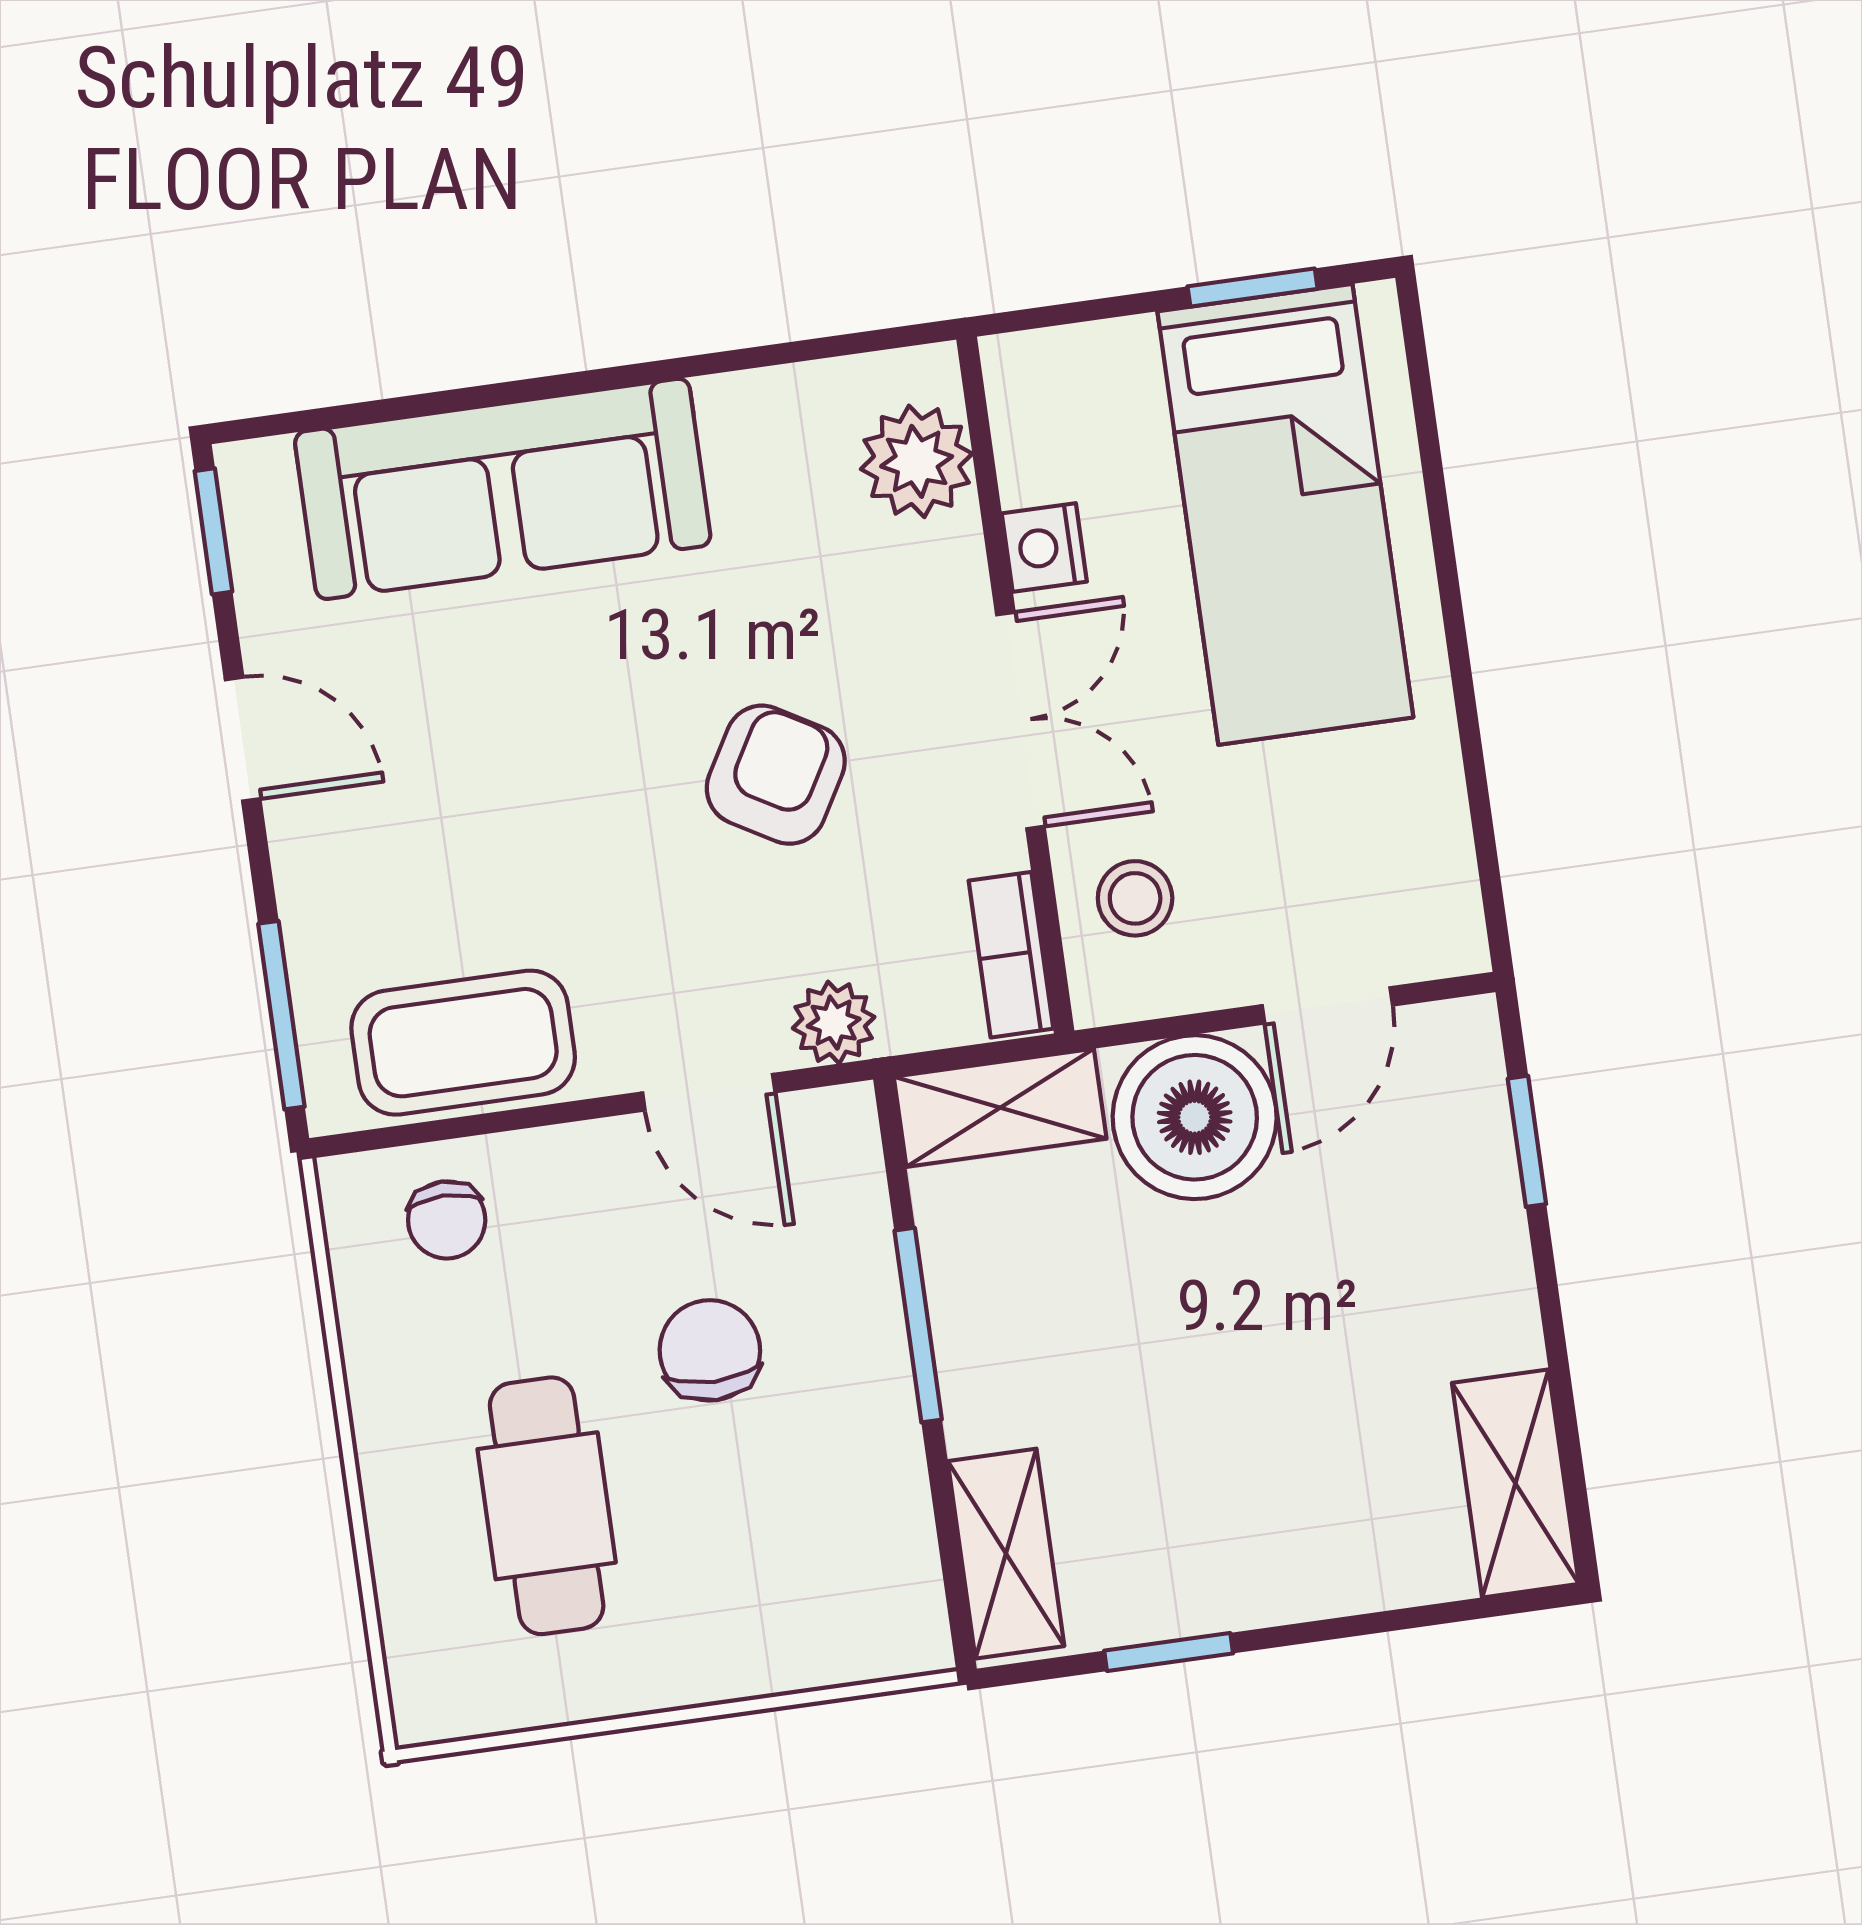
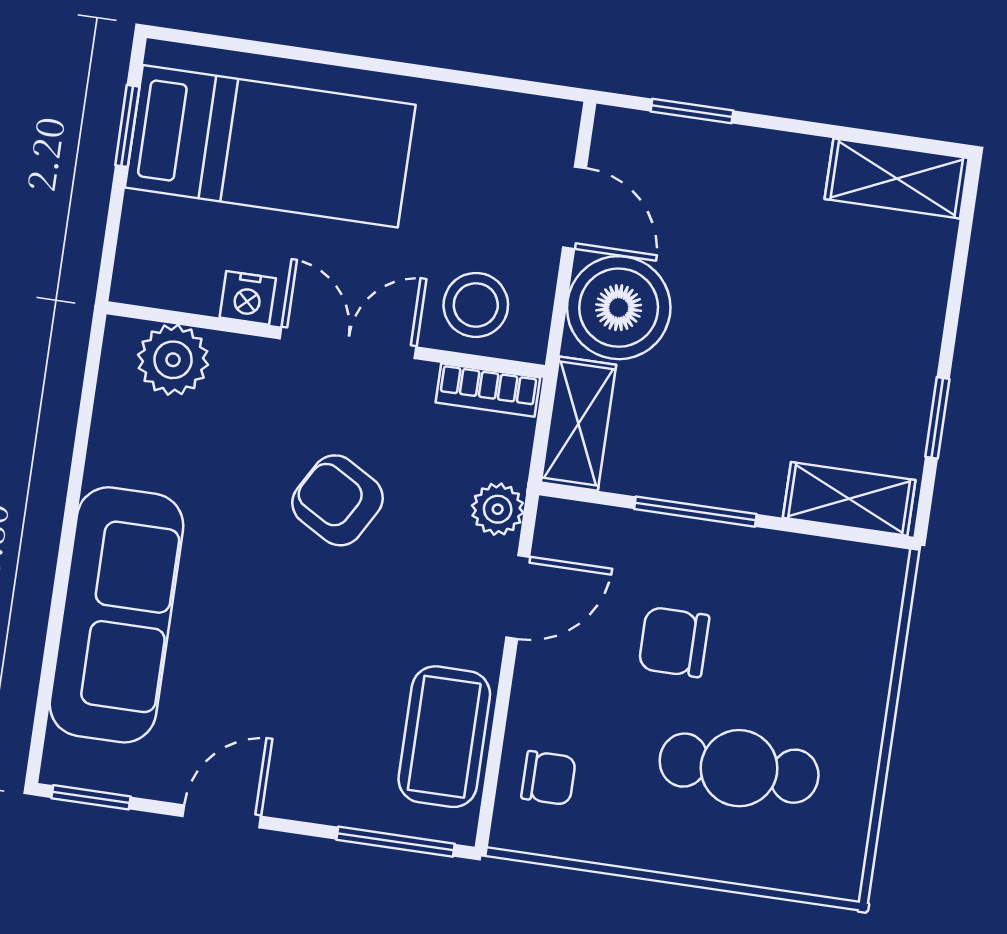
stool: (1135, 898) -> (476, 305), width x1.37, depth x1.37

